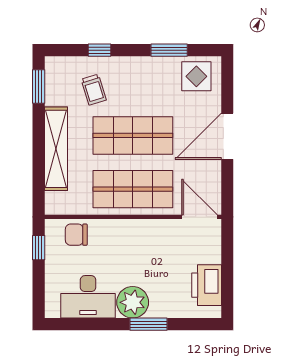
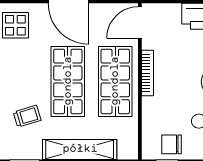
bookcase: (142, 226) -> (147, 73), added
chair: (76, 235) -> (172, 144), moved, turned 90

